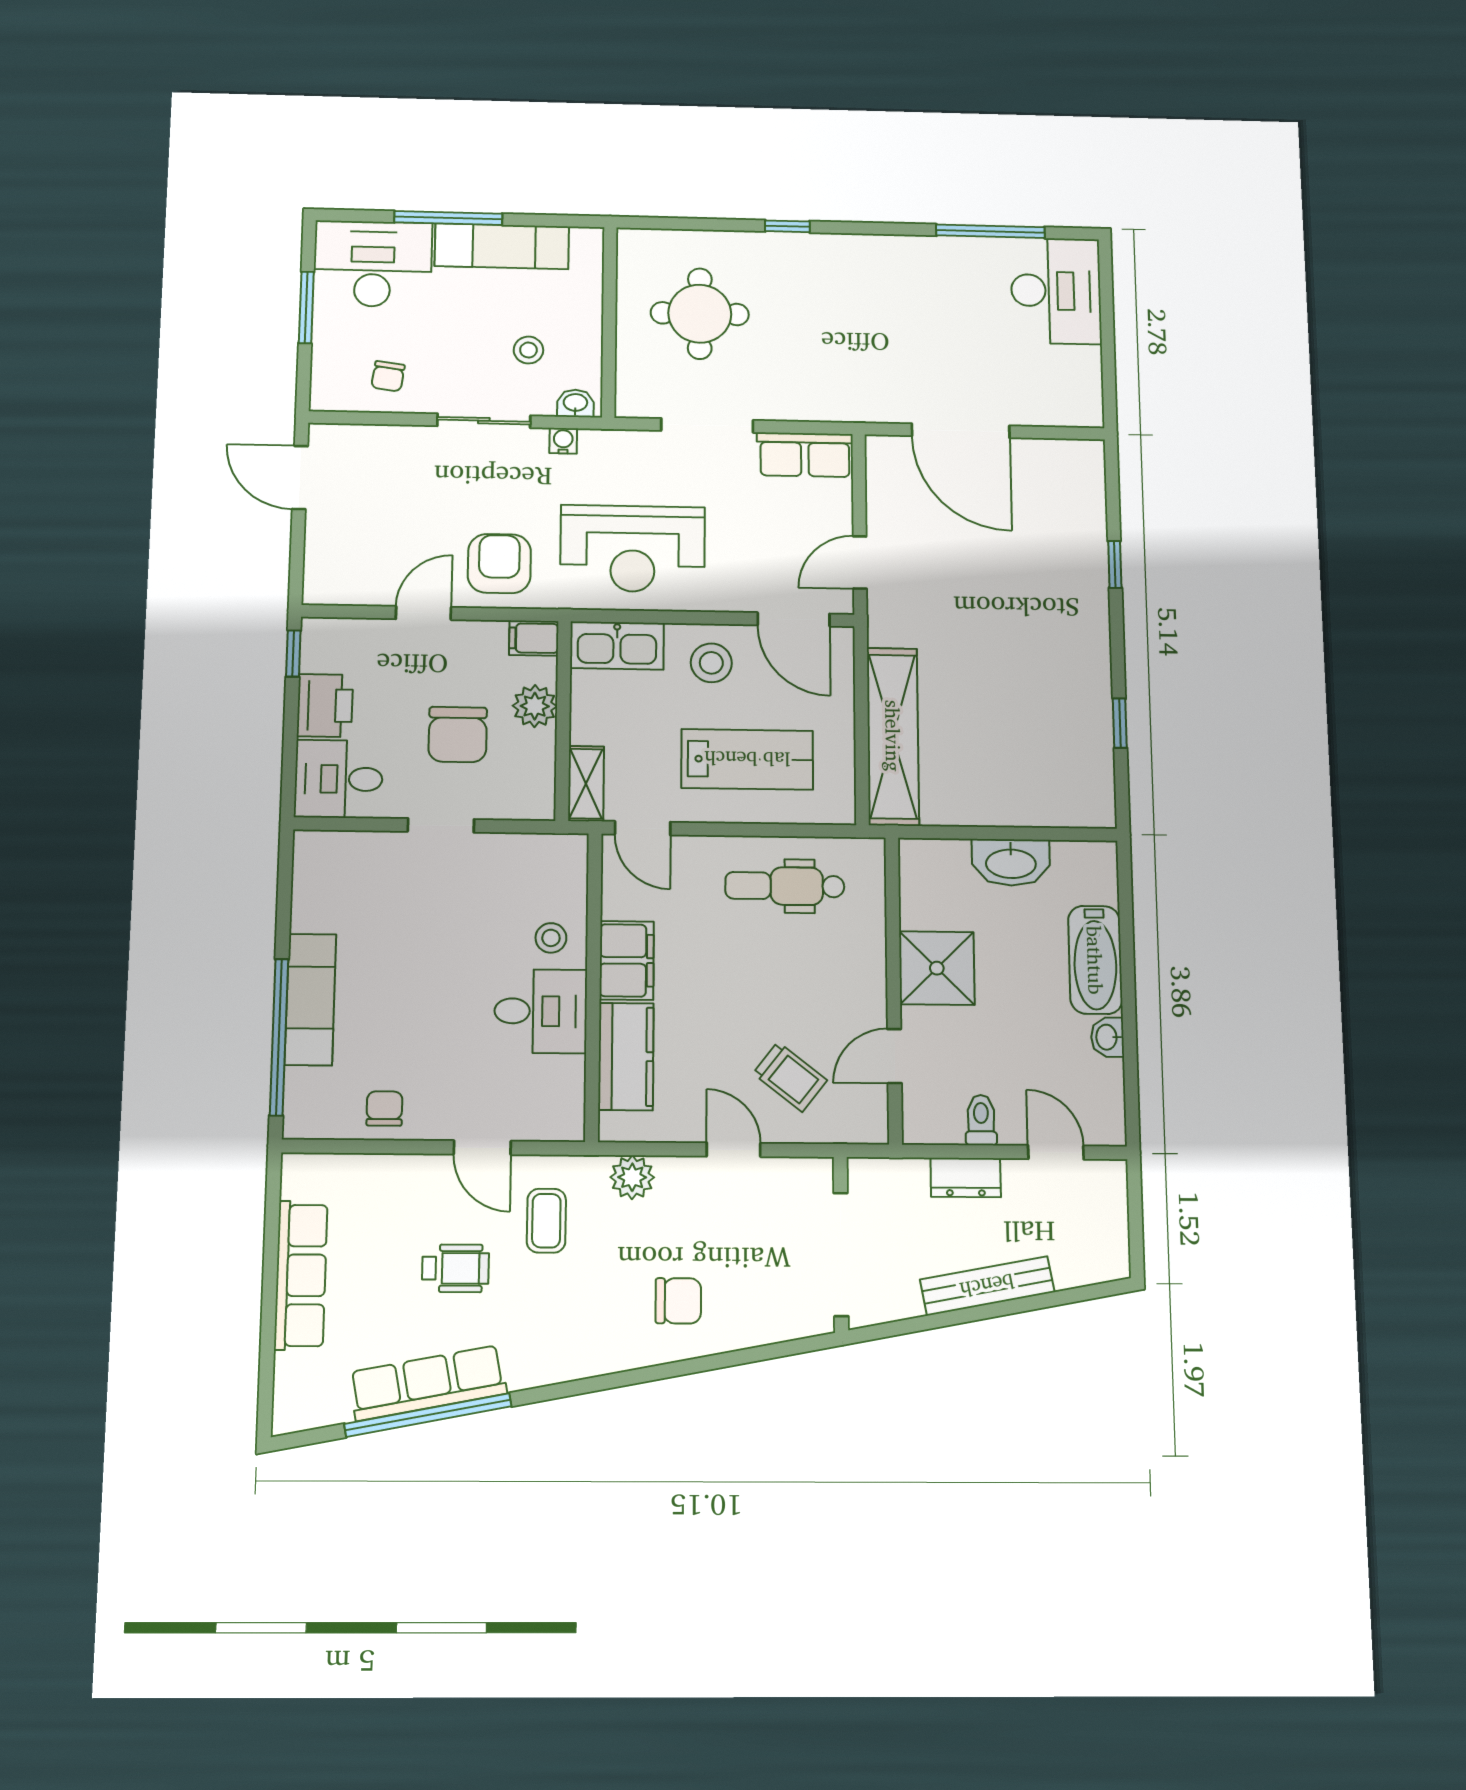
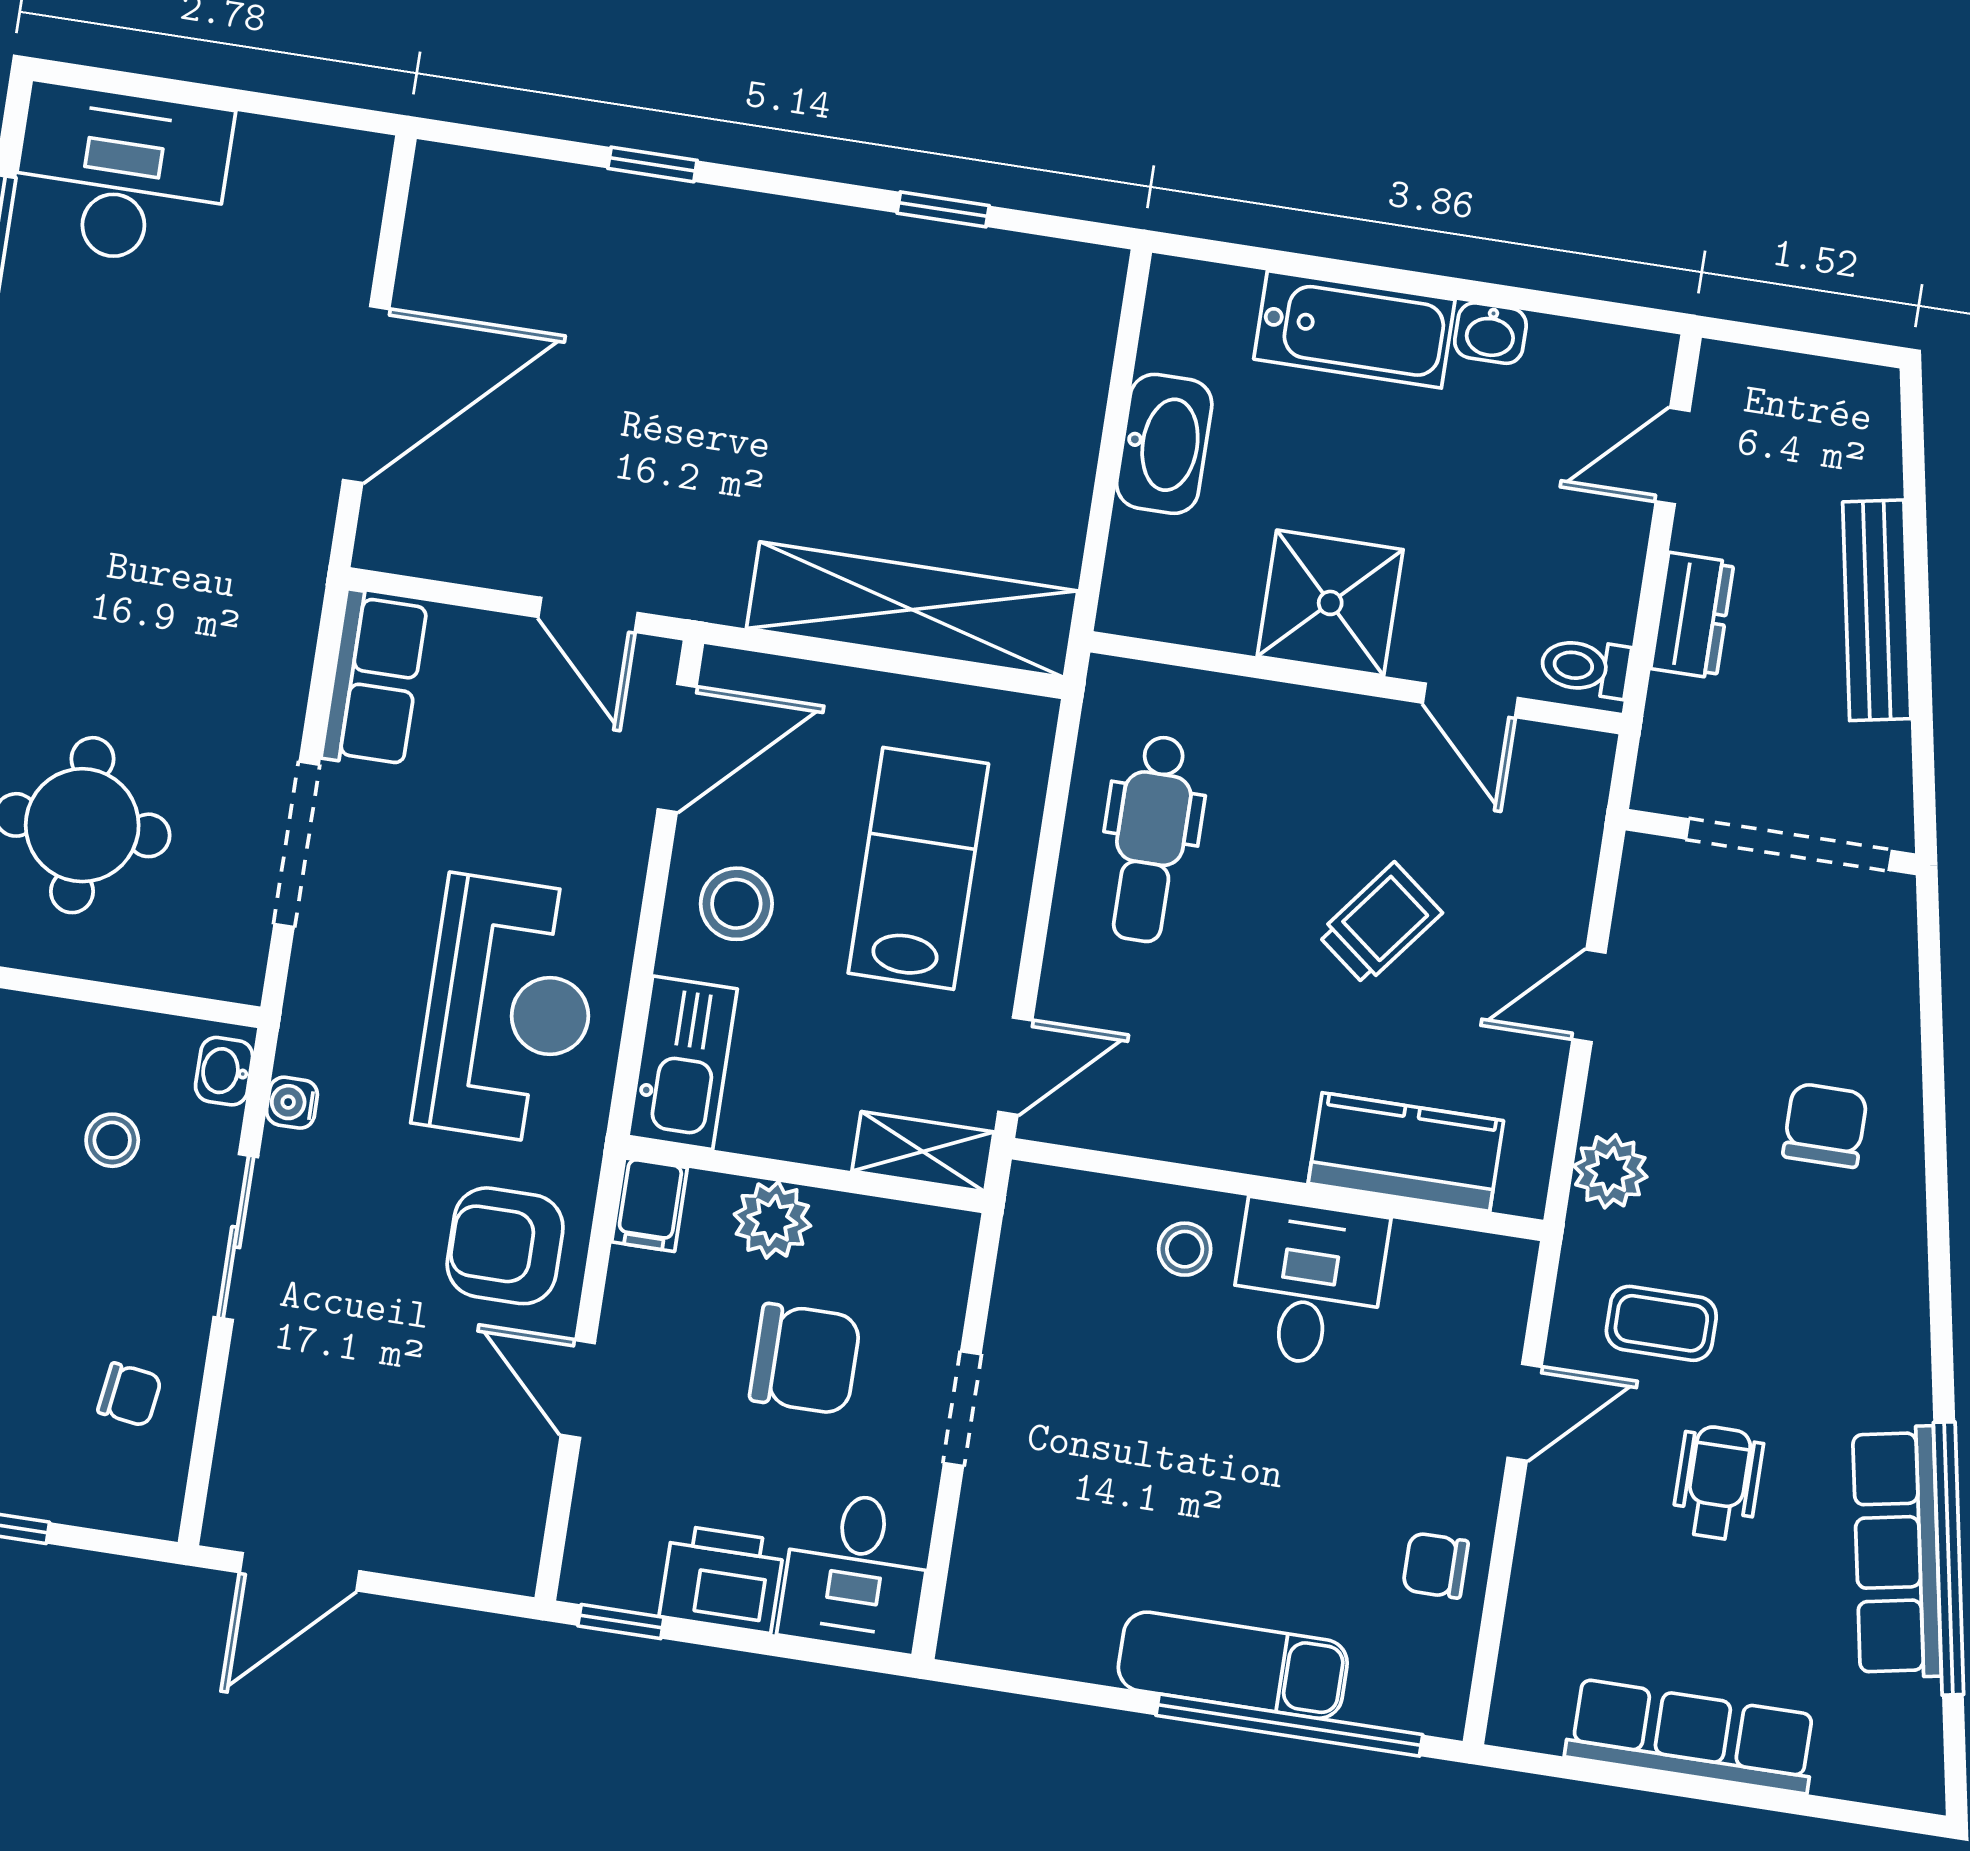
filing cabinet: (627, 960) -> (1242, 1127), removed
trolley: (790, 1077) -> (1380, 924), moved
toilet: (981, 1120) -> (1585, 667), moved

